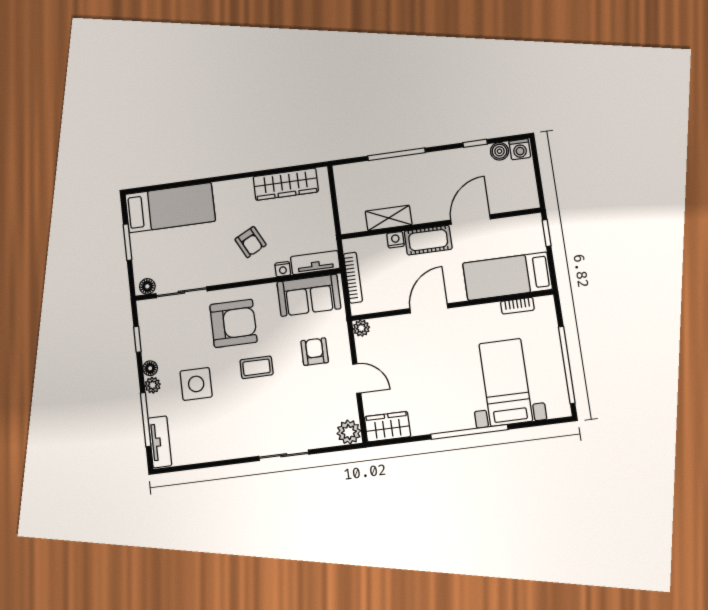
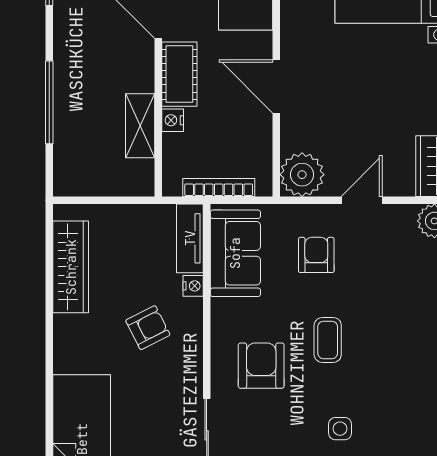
armchair: (233, 323) -> (261, 366), width x0.73, depth x0.73
plant: (361, 328) -> (302, 175), width x1.88, depth x1.88
armchair: (315, 352) -> (316, 255), turned 90
side table: (196, 384) -> (340, 429), width x0.54, depth x0.54

